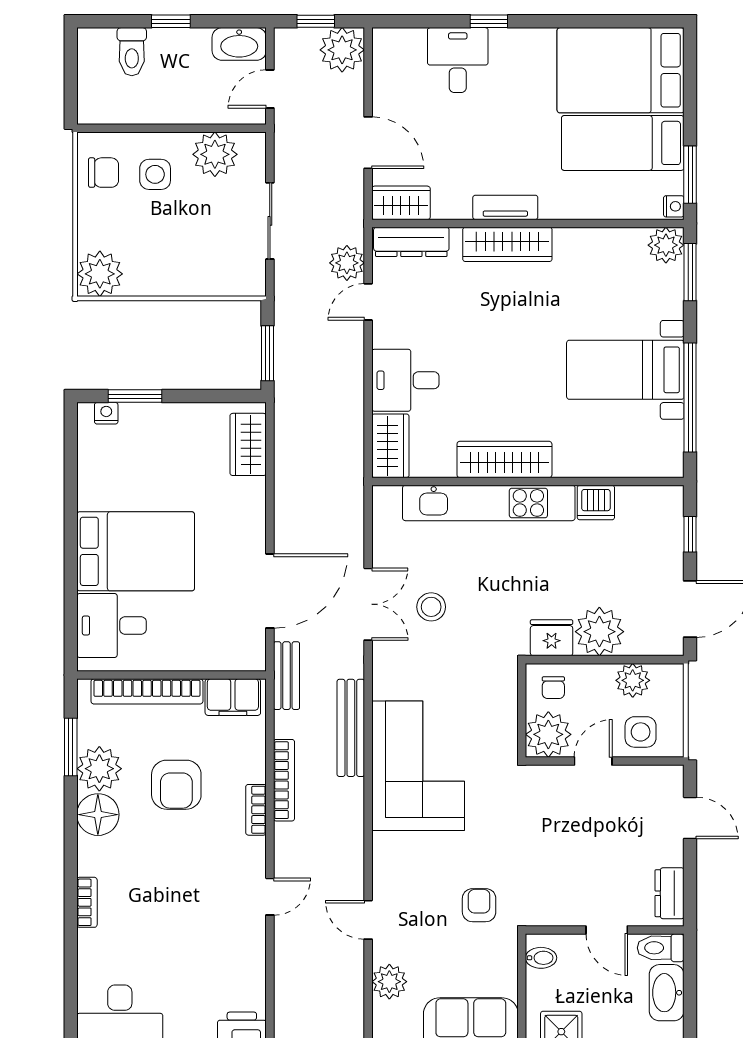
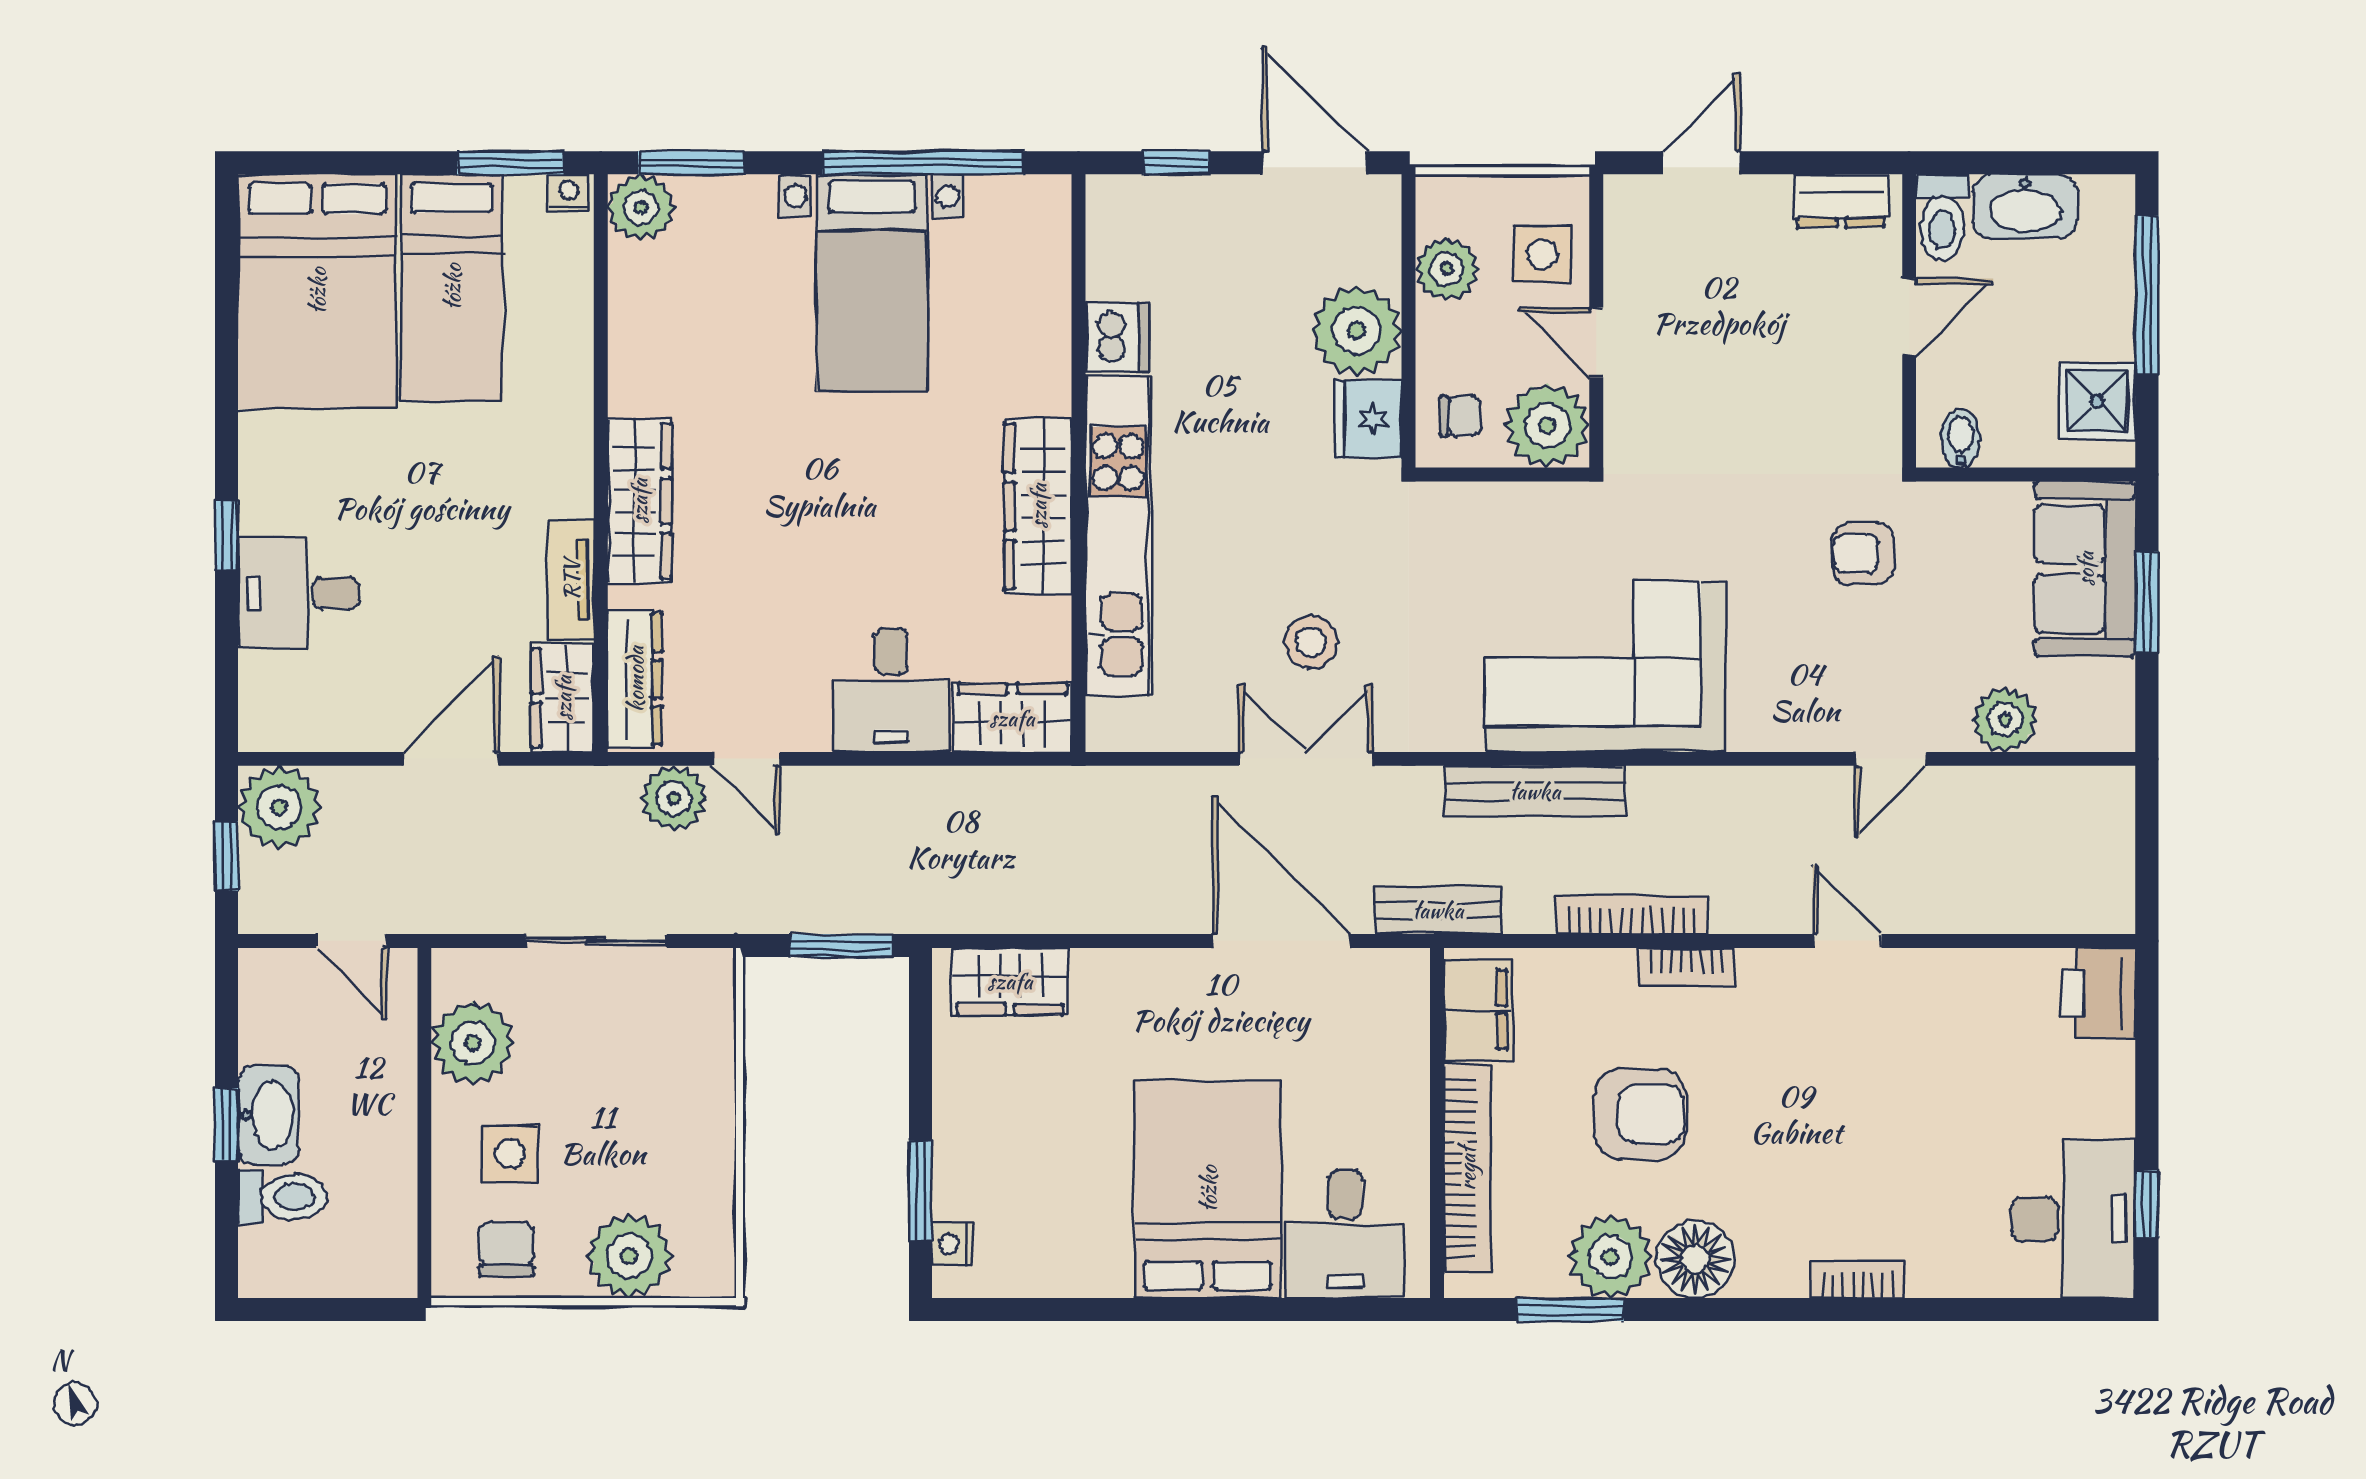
washbasin: (239, 44) -> (268, 1115), moved
tv unit: (505, 207) -> (571, 580), moved
plant: (100, 274) -> (629, 1256), moved

